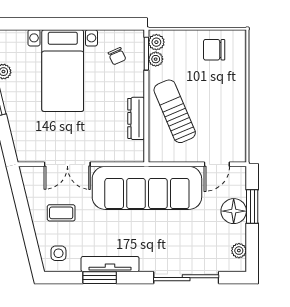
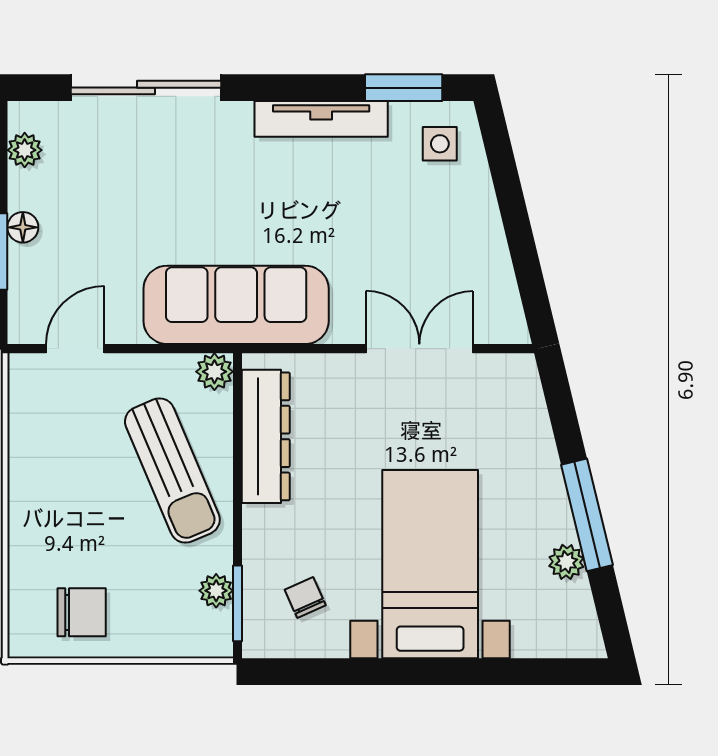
plant: (156, 42) -> (214, 372), moved
dresser: (136, 118) -> (266, 436), width x1.37, depth x1.24
sofa: (147, 188) -> (236, 305), width x0.74, depth x0.79
floor lamp: (234, 211) -> (23, 227), width x0.53, depth x0.53
coffee table: (61, 213) -> (434, 237), removed
window: (100, 278) -> (404, 88), moved

